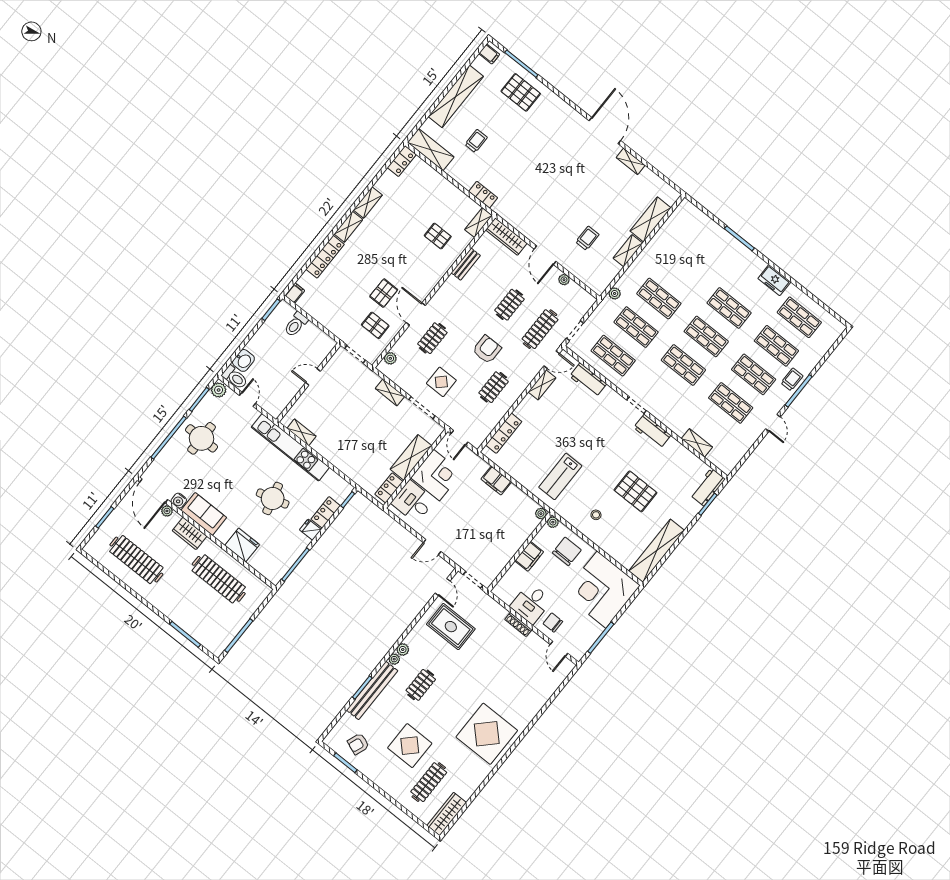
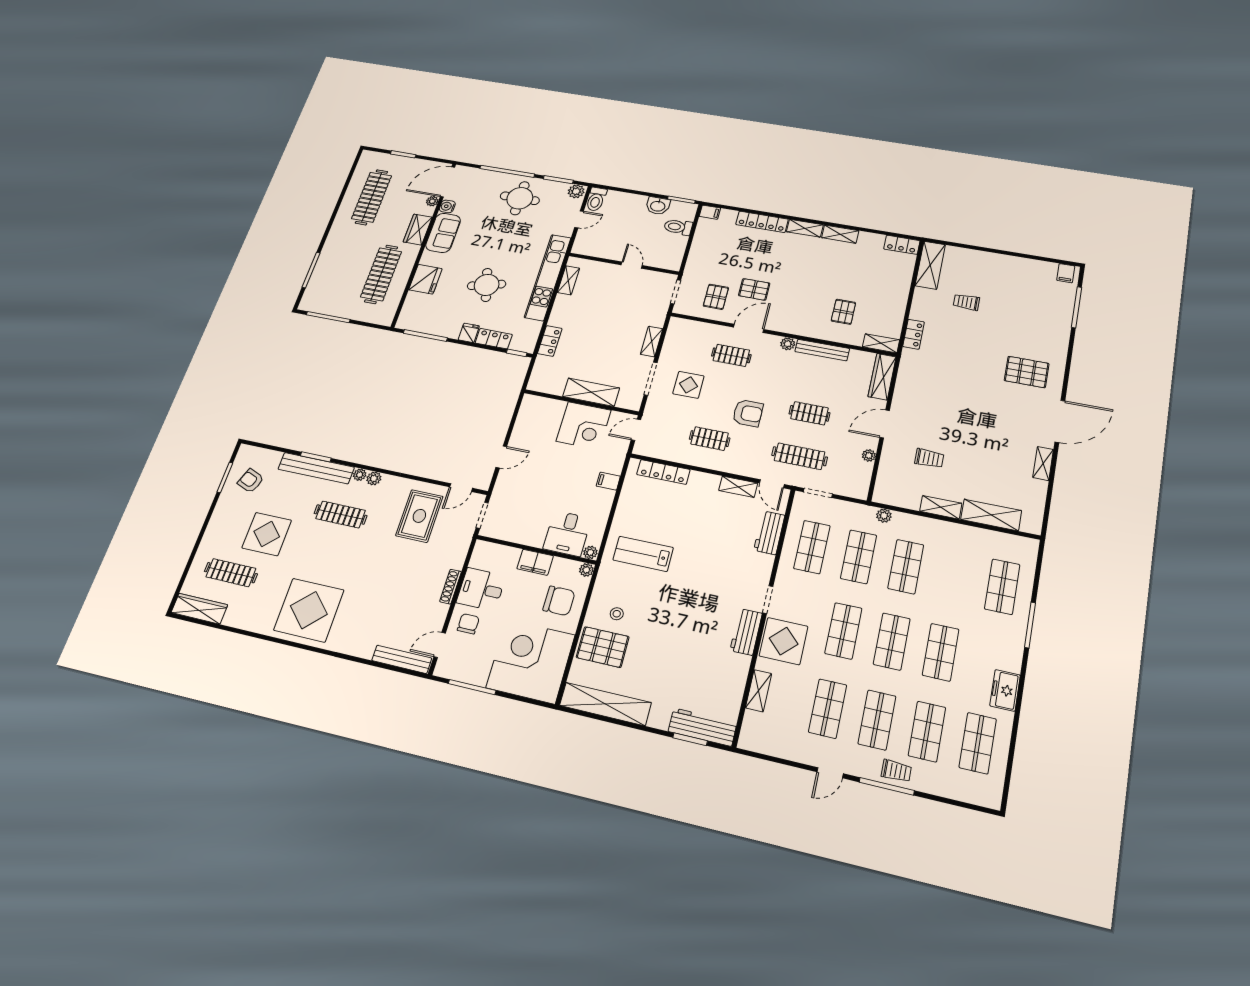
pallet: (521, 92) -> (1027, 372), moved, turned 90
shelving: (456, 96) -> (1001, 263), removed
trolley: (476, 141) -> (966, 302), turned 180
shop shelf: (705, 241) -> (1002, 587), added
bench: (466, 264) -> (822, 350), width x1.36
plant: (390, 358) -> (788, 344), moved
washbasin: (243, 360) -> (658, 206), moved
display table: (671, 409) -> (784, 641), added
filing cabinet: (496, 481) -> (608, 481), width x0.50
workbench: (708, 487) -> (703, 727), width x1.37
locker: (389, 488) -> (550, 341), moved, turned 90
pallet: (635, 491) -> (603, 647), moved, turned 90
desk: (413, 502) -> (567, 533), moved, turned 180
door: (432, 547) -> (501, 457), swing flipped
bench: (557, 680) -> (402, 659), added
clothes rail: (421, 685) -> (341, 514), width x1.36

